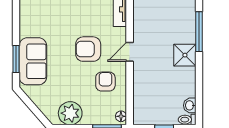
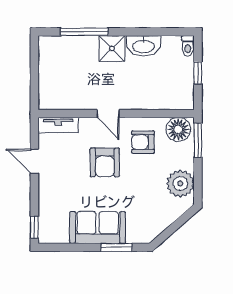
sofa: (33, 61) -> (98, 227), moved
washbasin: (190, 105) -> (143, 46), moved, width x1.91, depth x1.45
floor lamp: (121, 116) -> (178, 129), width x1.89, depth x1.89

